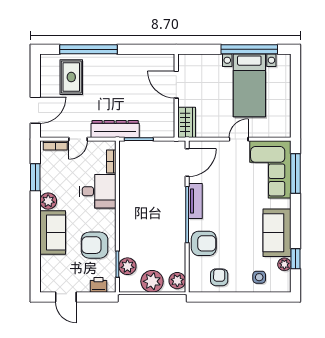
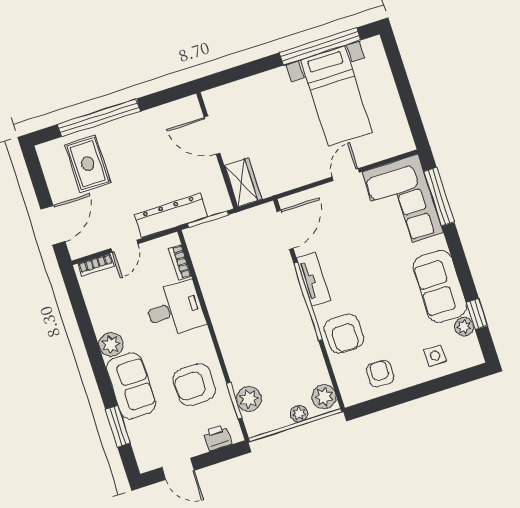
door: (176, 85) -> (212, 135), moved
wall: (176, 96) -> (217, 150), moved
wardrobe: (187, 122) -> (243, 182), moved
window: (35, 177) -> (118, 426), moved
armchair: (204, 243) -> (344, 334), turned 90
plant: (152, 281) -> (299, 414), width x0.53, depth x0.53

